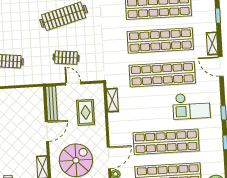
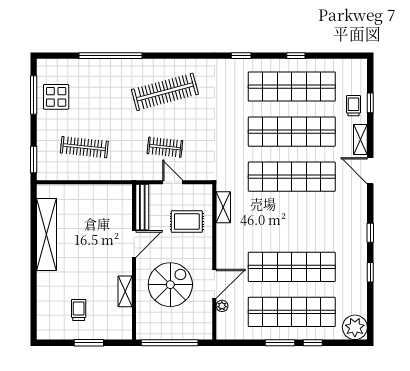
trolley: (205, 18) -> (353, 106), added
checkout: (191, 106) -> (328, 221), removed
rug: (86, 112) -> (187, 222), turned 90

